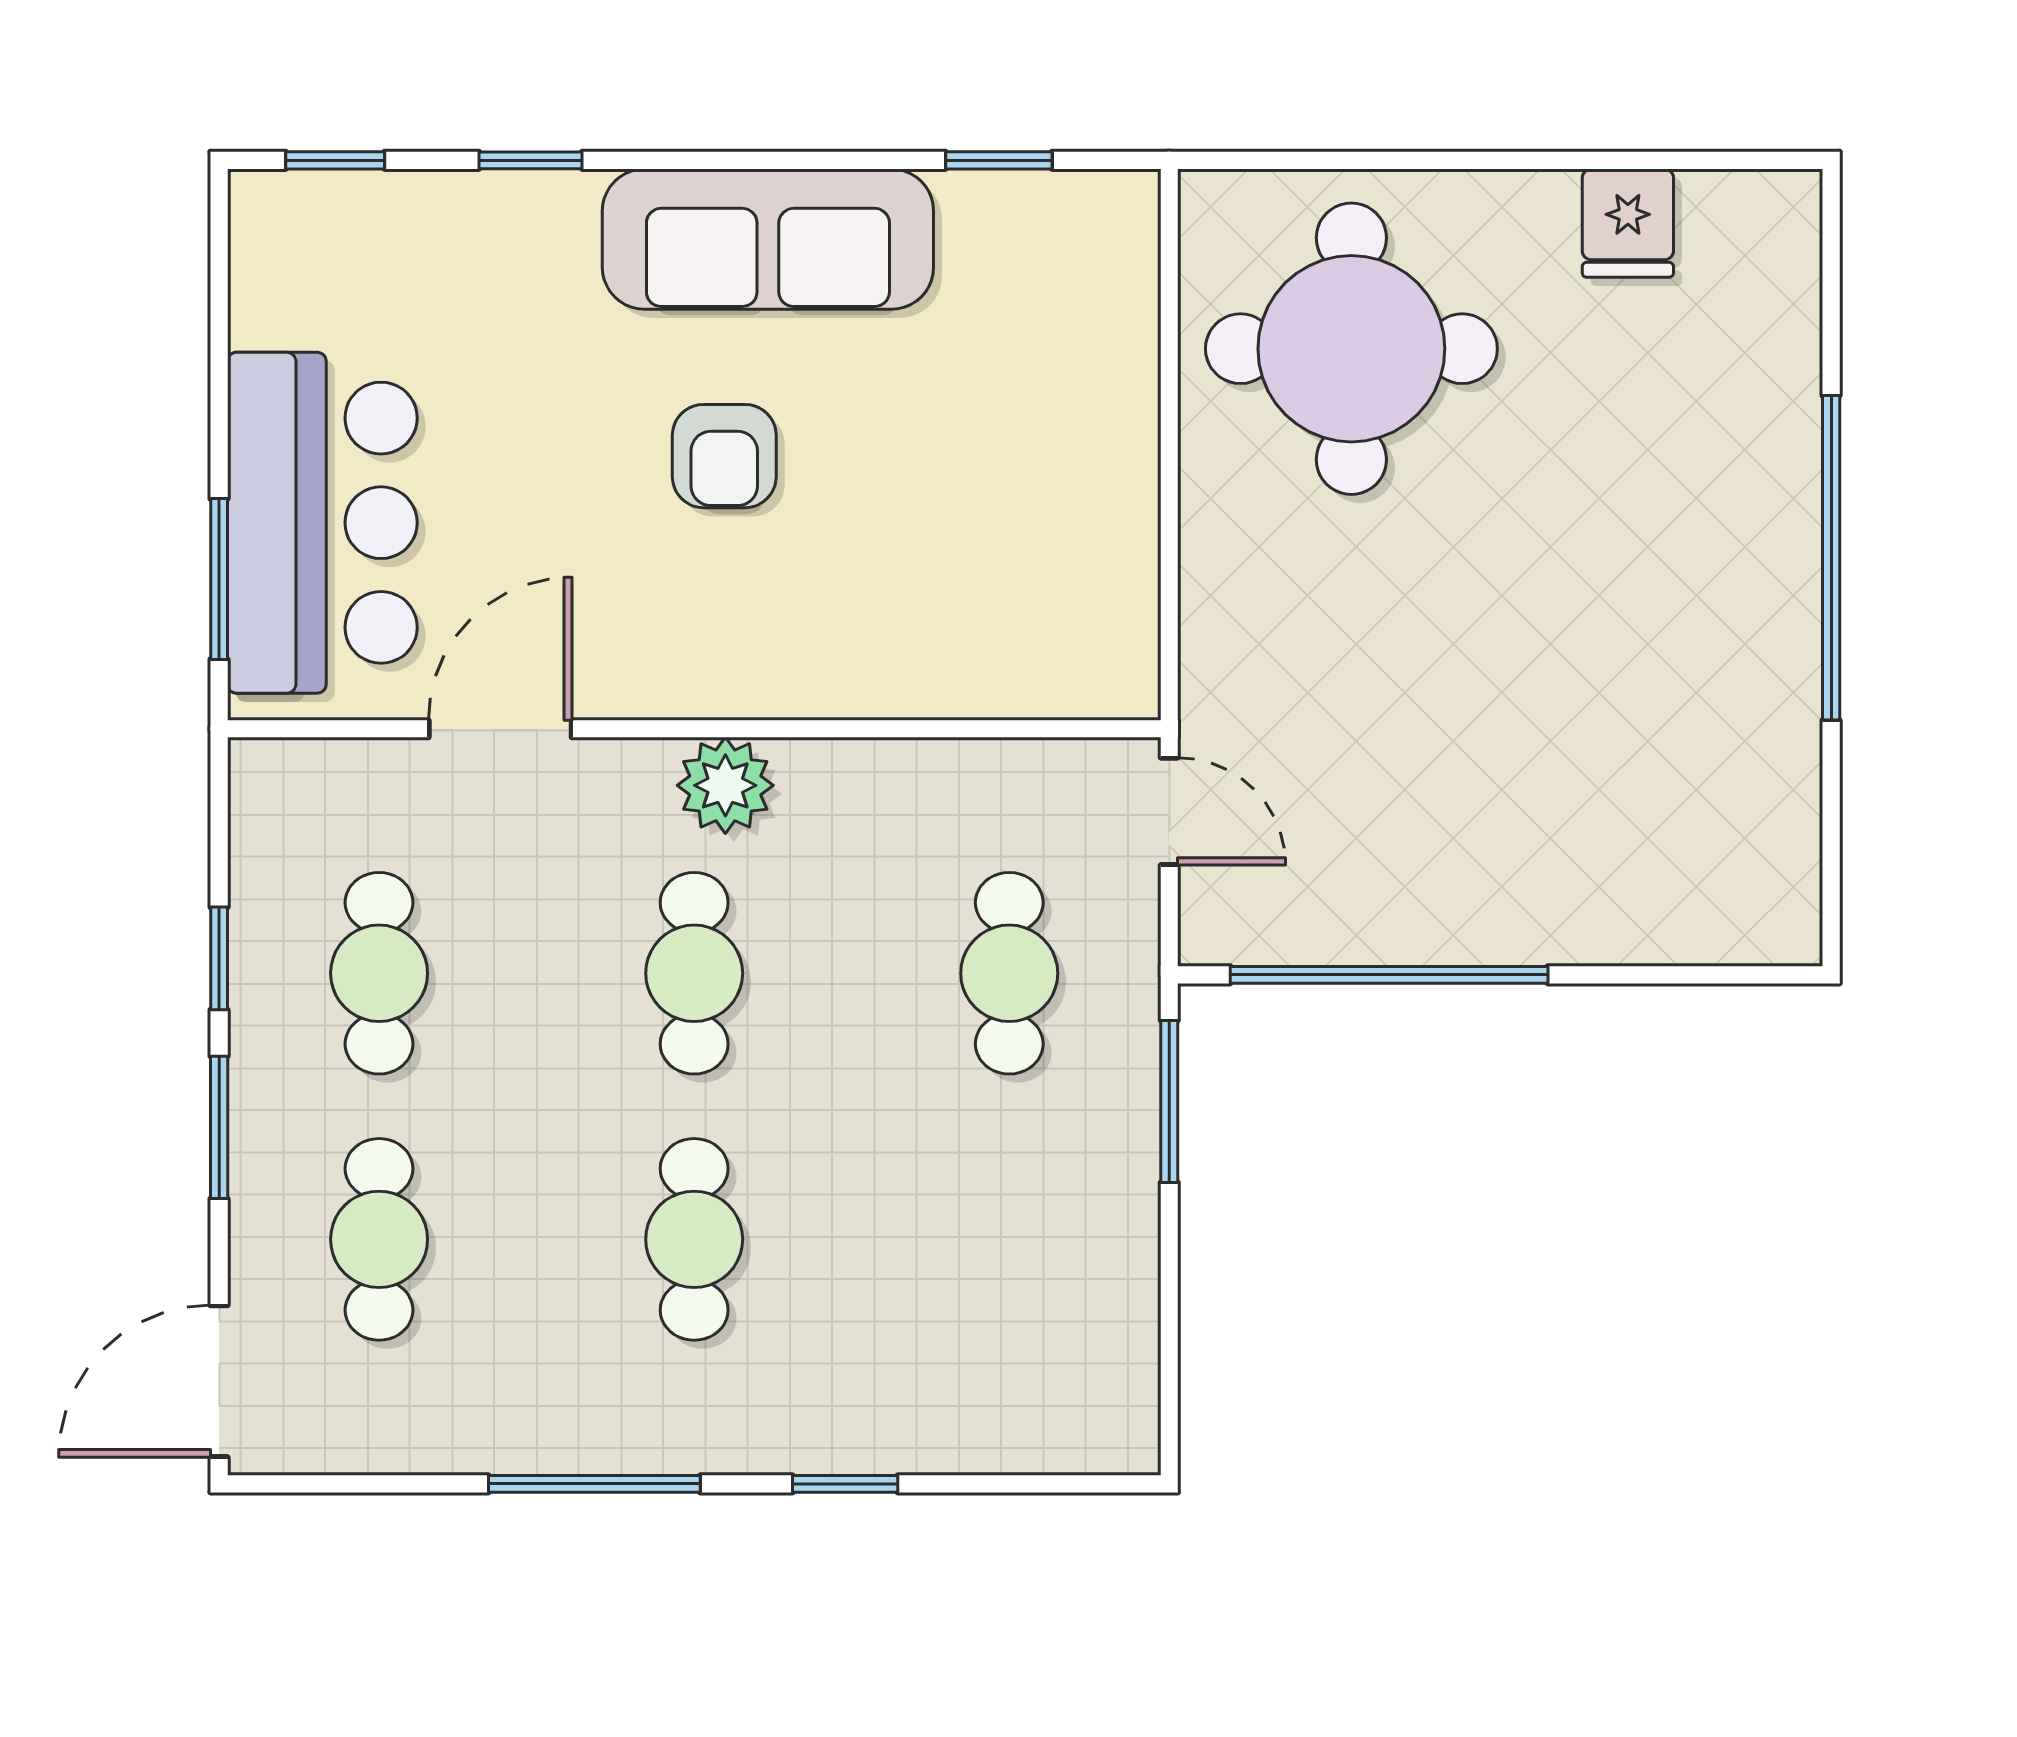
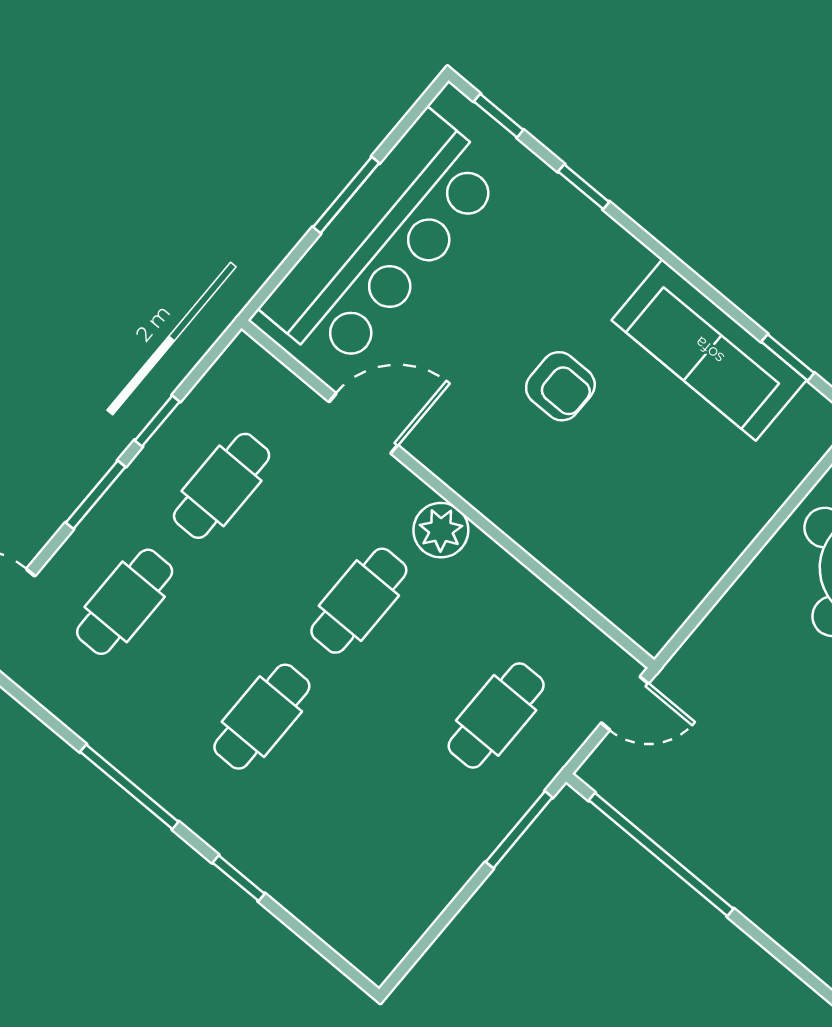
sofa: (768, 239) -> (709, 350), moved
armchair: (724, 456) -> (560, 386), turned -90
bar counter: (322, 523) -> (384, 242), width x1.36
window: (219, 579) -> (346, 195), moved
door: (1169, 811) -> (625, 703), hinge flipped

